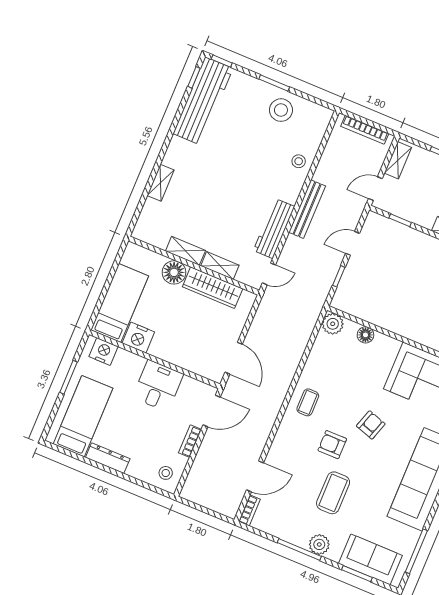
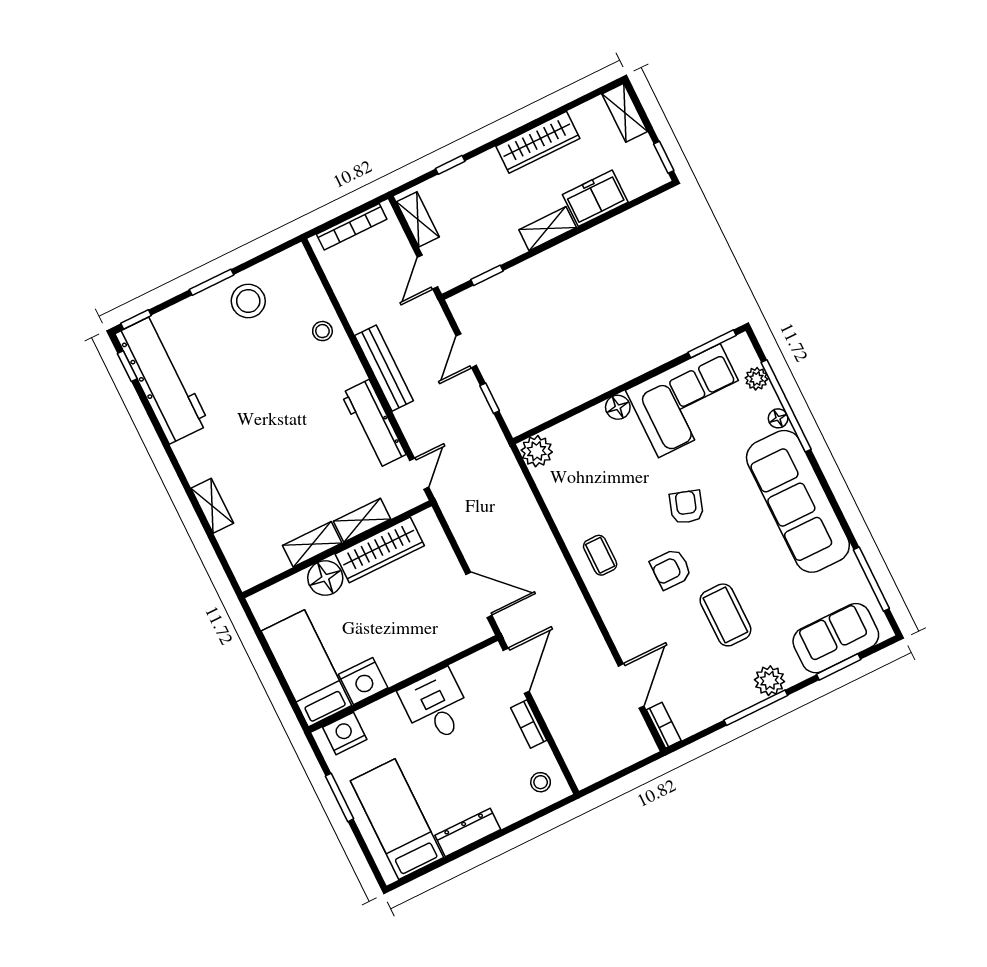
floor lamp: (365, 335) -> (618, 407), moved

